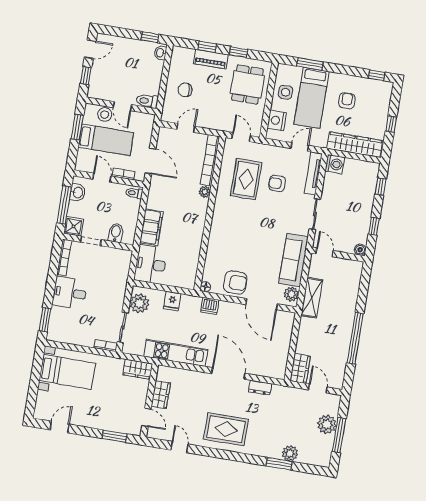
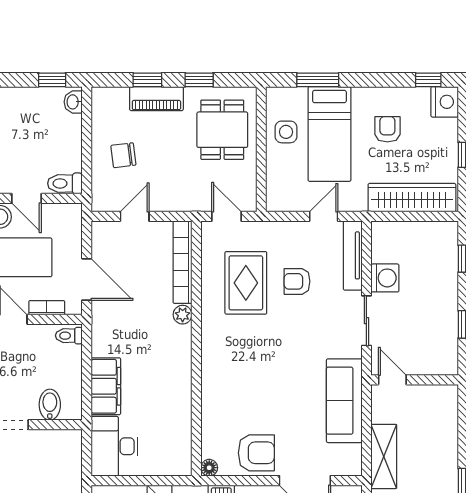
nightstand: (277, 120) -> (445, 102), moved, turned 180
washing machine: (335, 164) -> (385, 278), moved
boiler: (360, 250) -> (449, 366), removed
plant: (291, 294) -> (350, 456), removed

